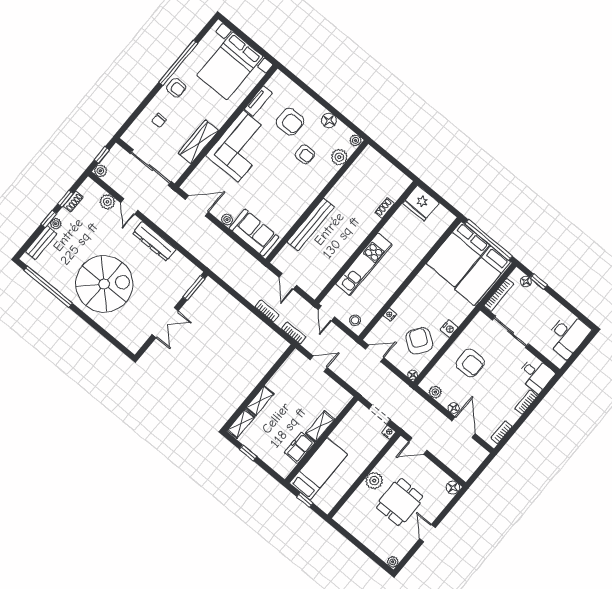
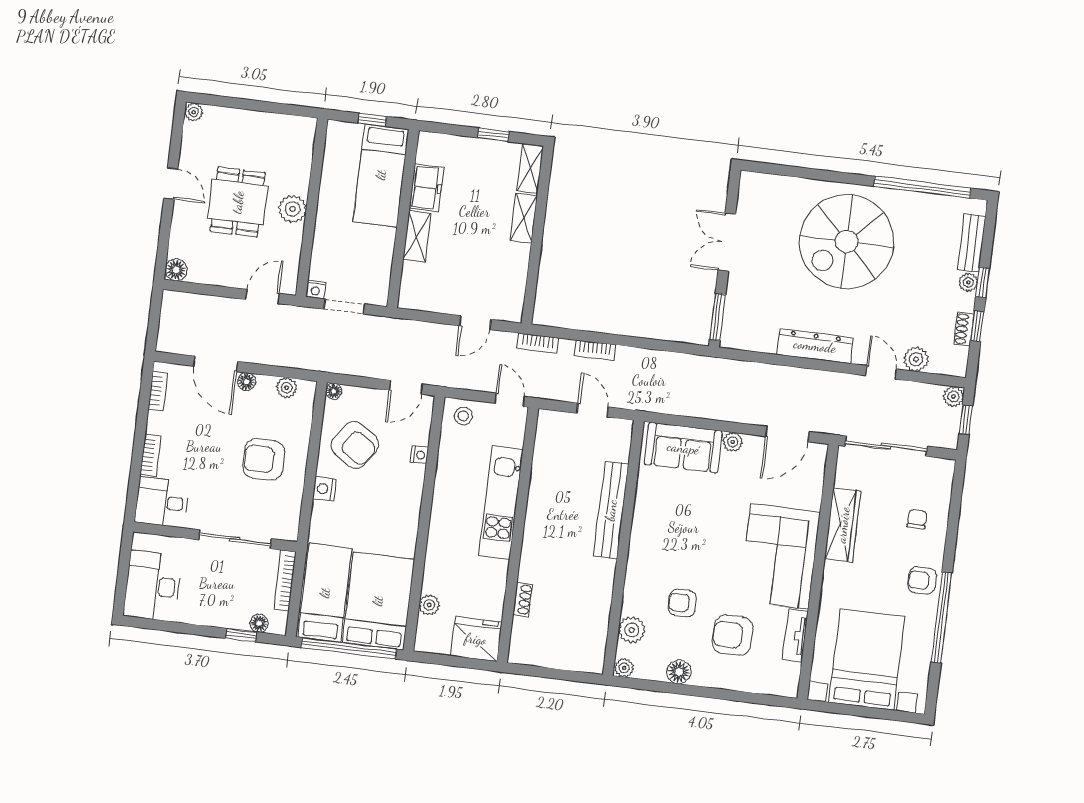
plant: (434, 236) -> (429, 605), added

